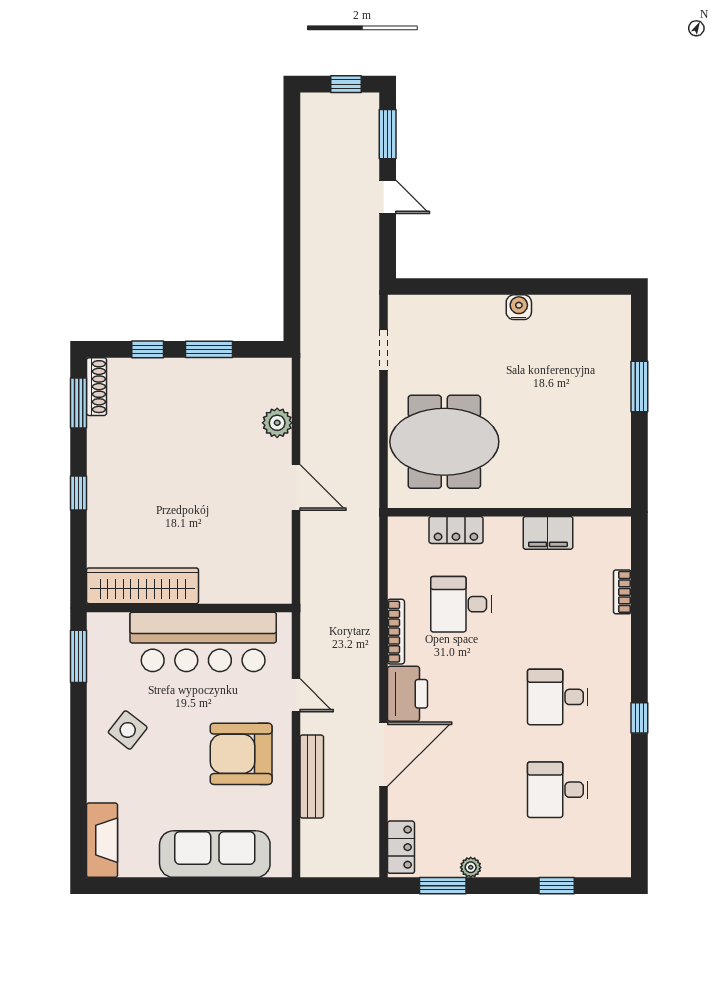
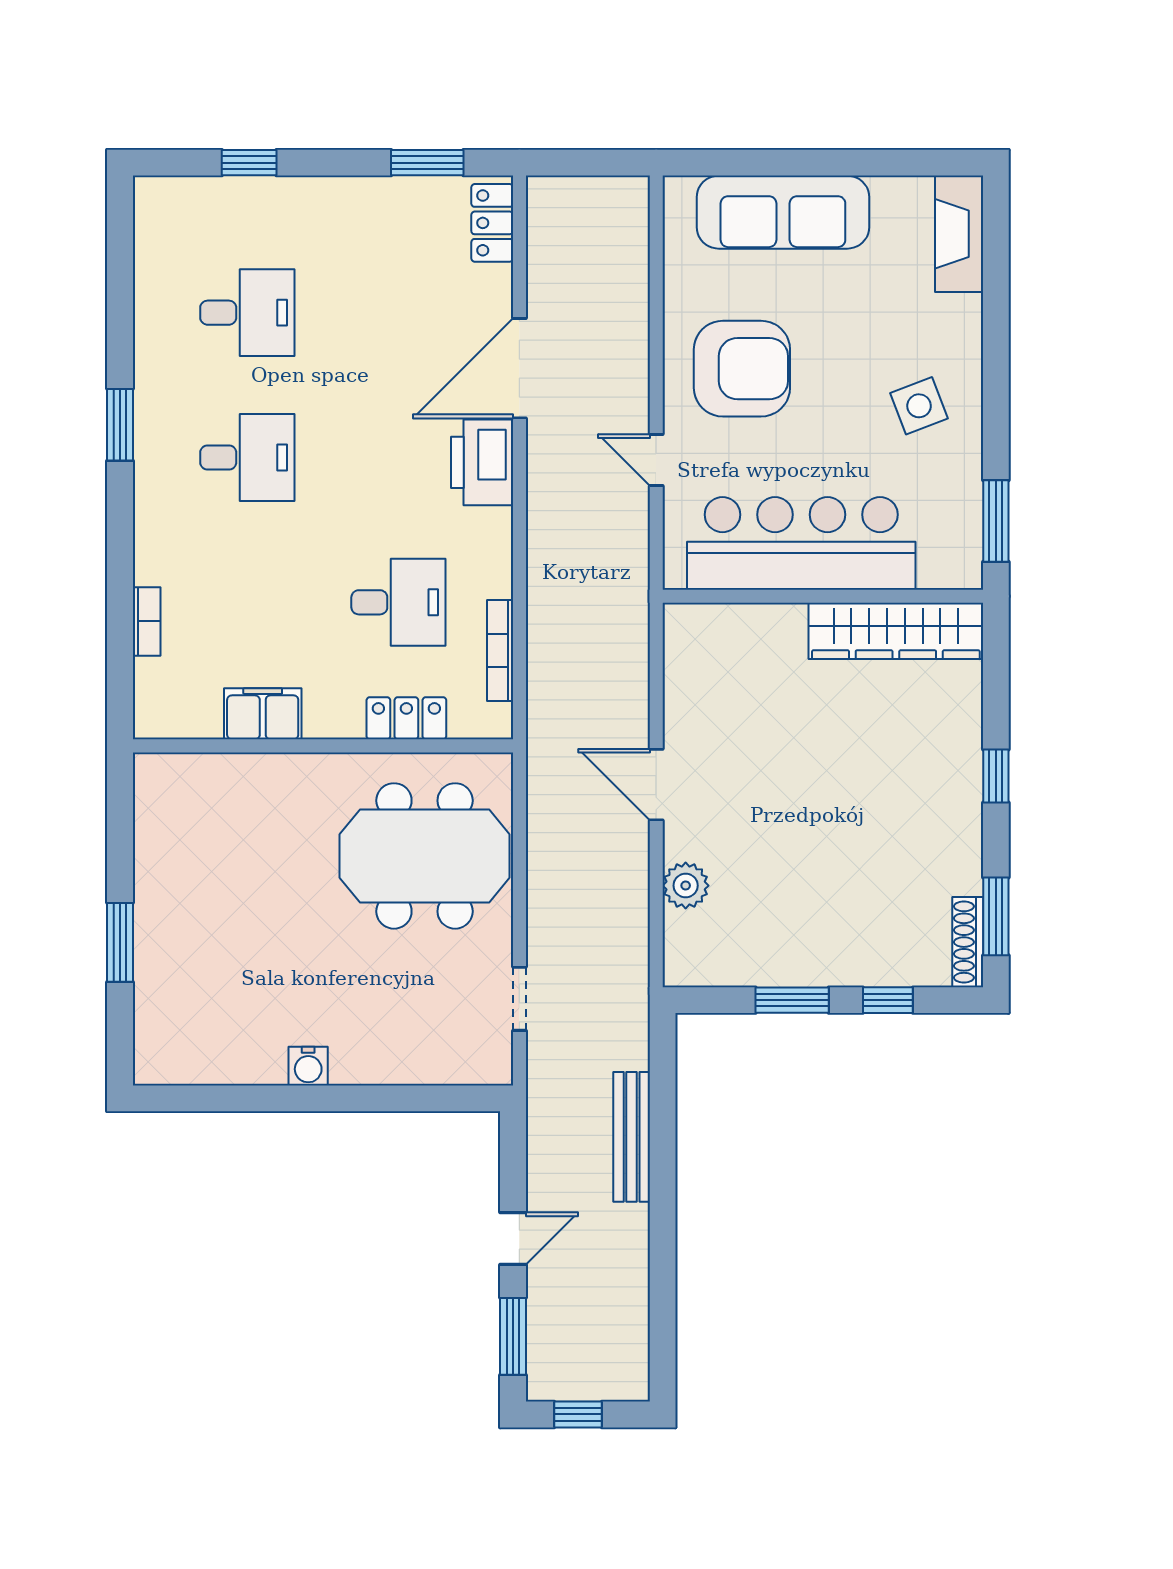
door: (388, 197) -> (513, 1239), swing flipped
bookcase: (396, 632) -> (500, 650), moved
window: (639, 718) -> (120, 425), width x1.50
side table: (128, 730) -> (919, 406), turned 31
bench: (312, 776) -> (632, 1137), moved
plant: (471, 867) -> (383, 191), removed

